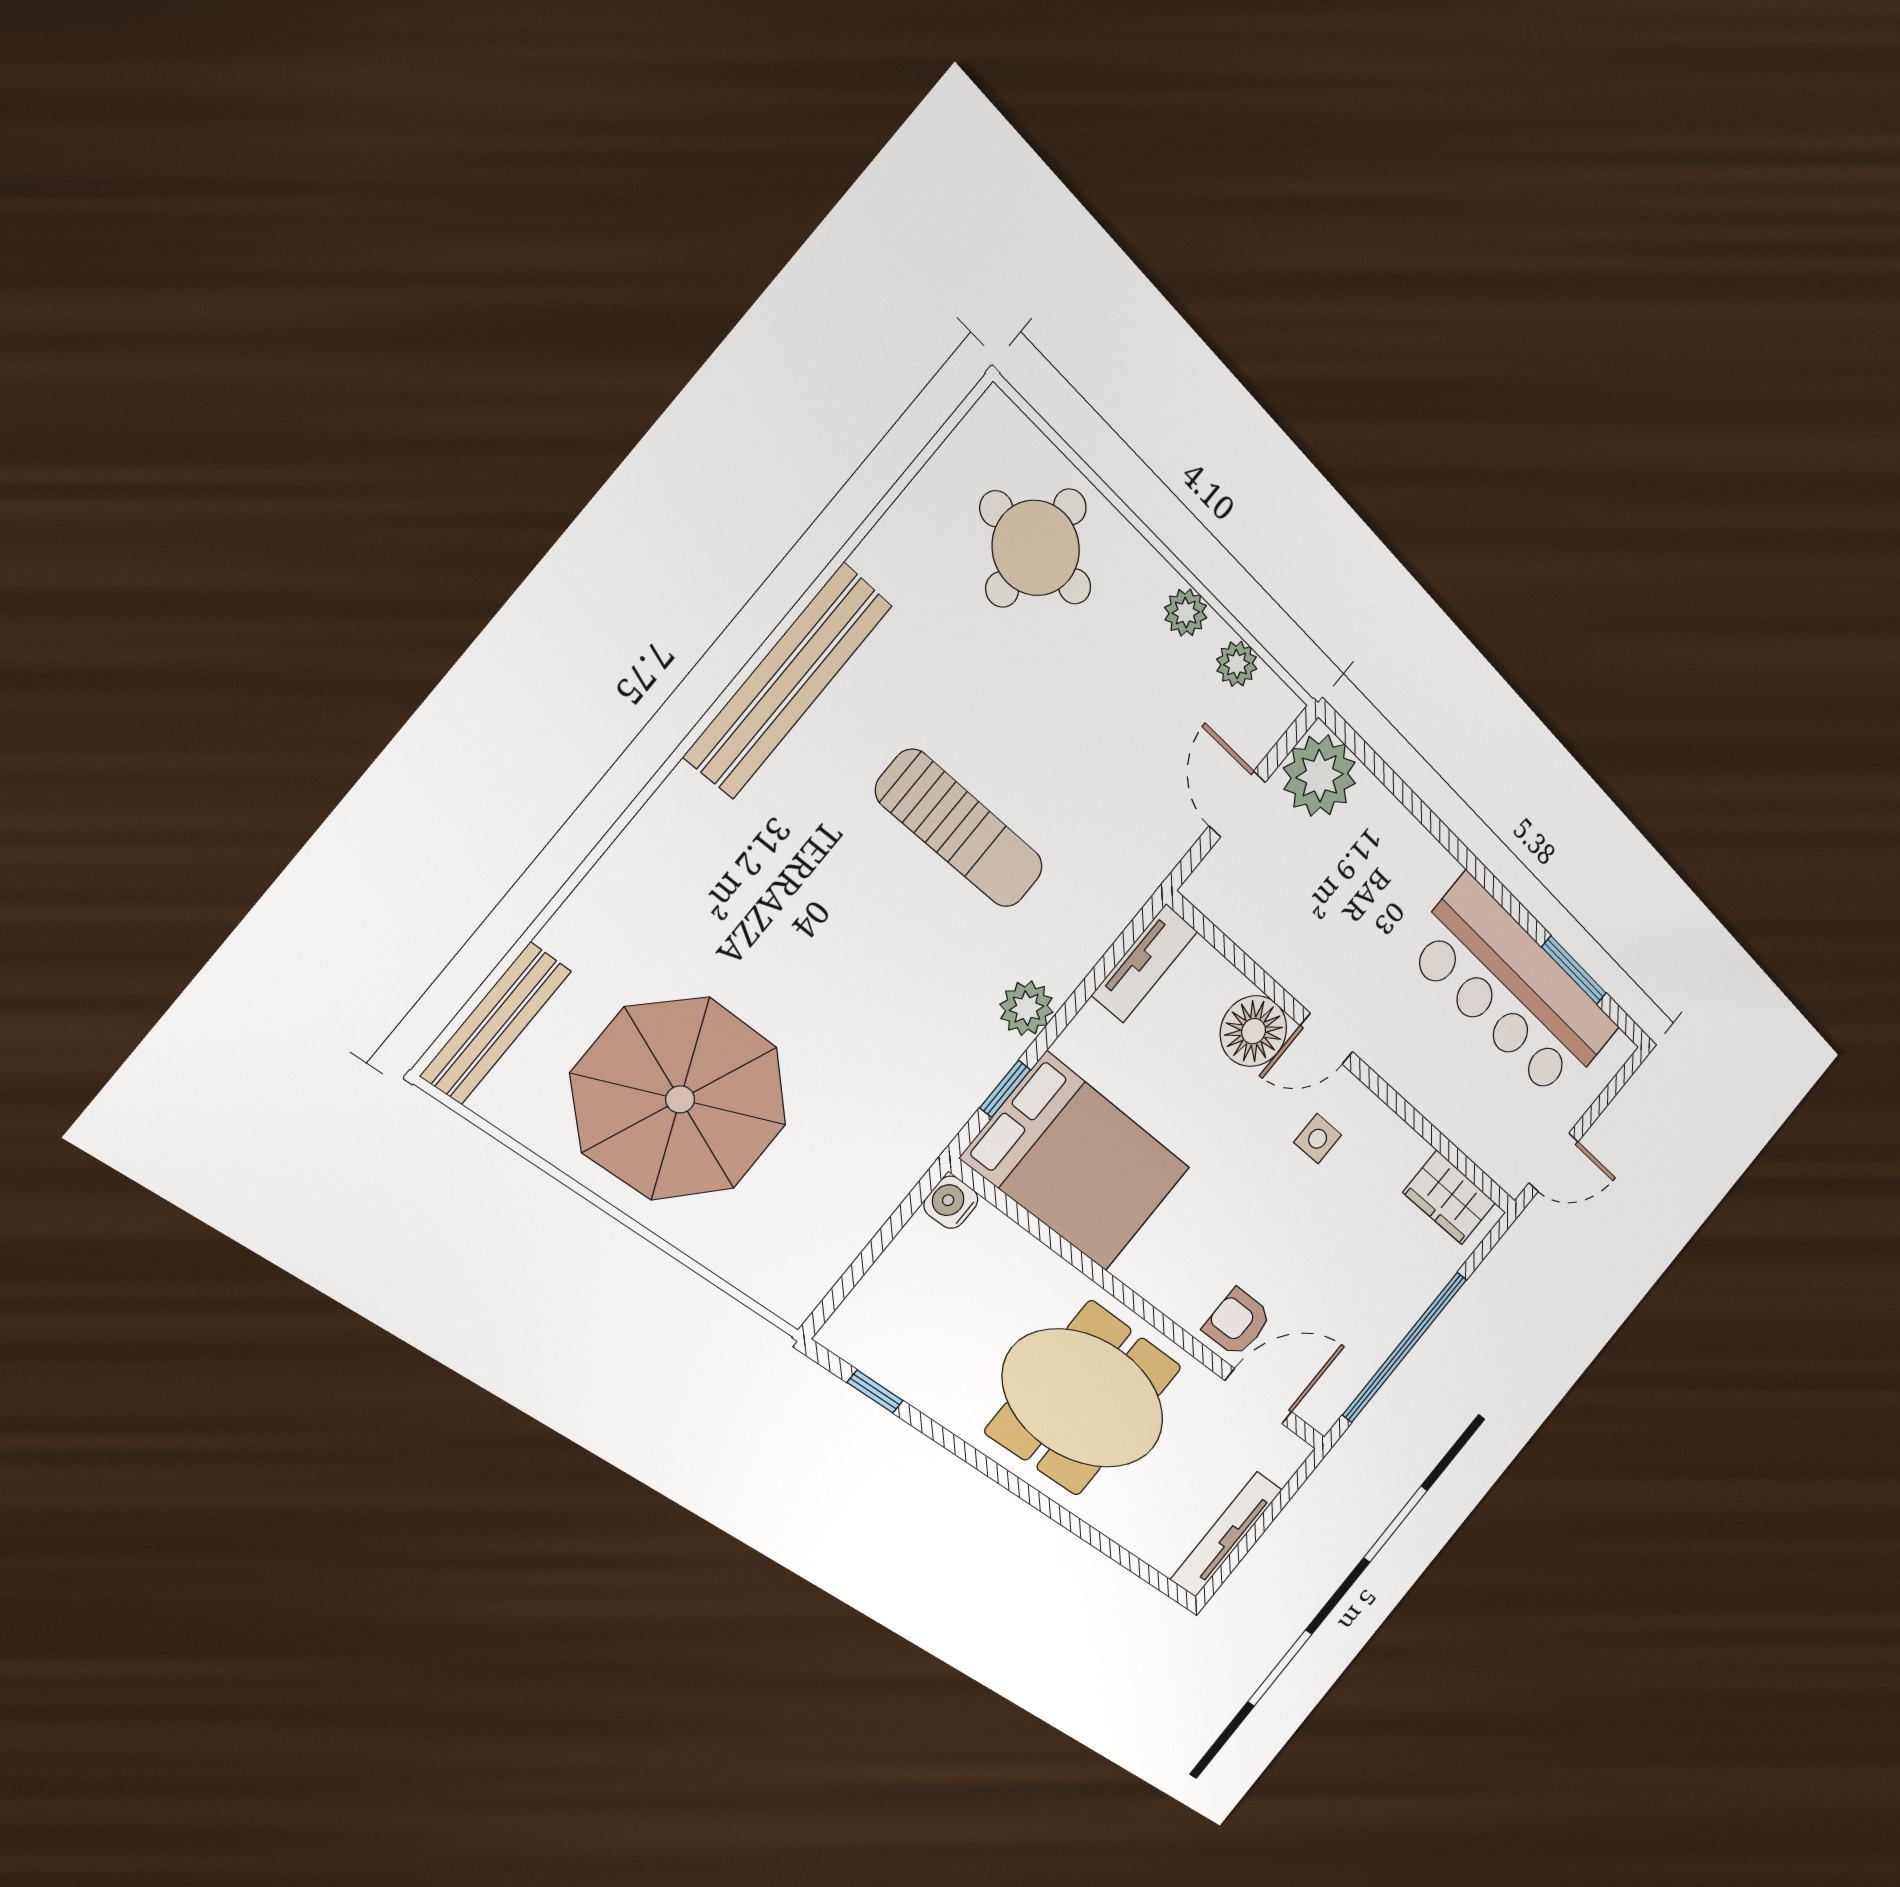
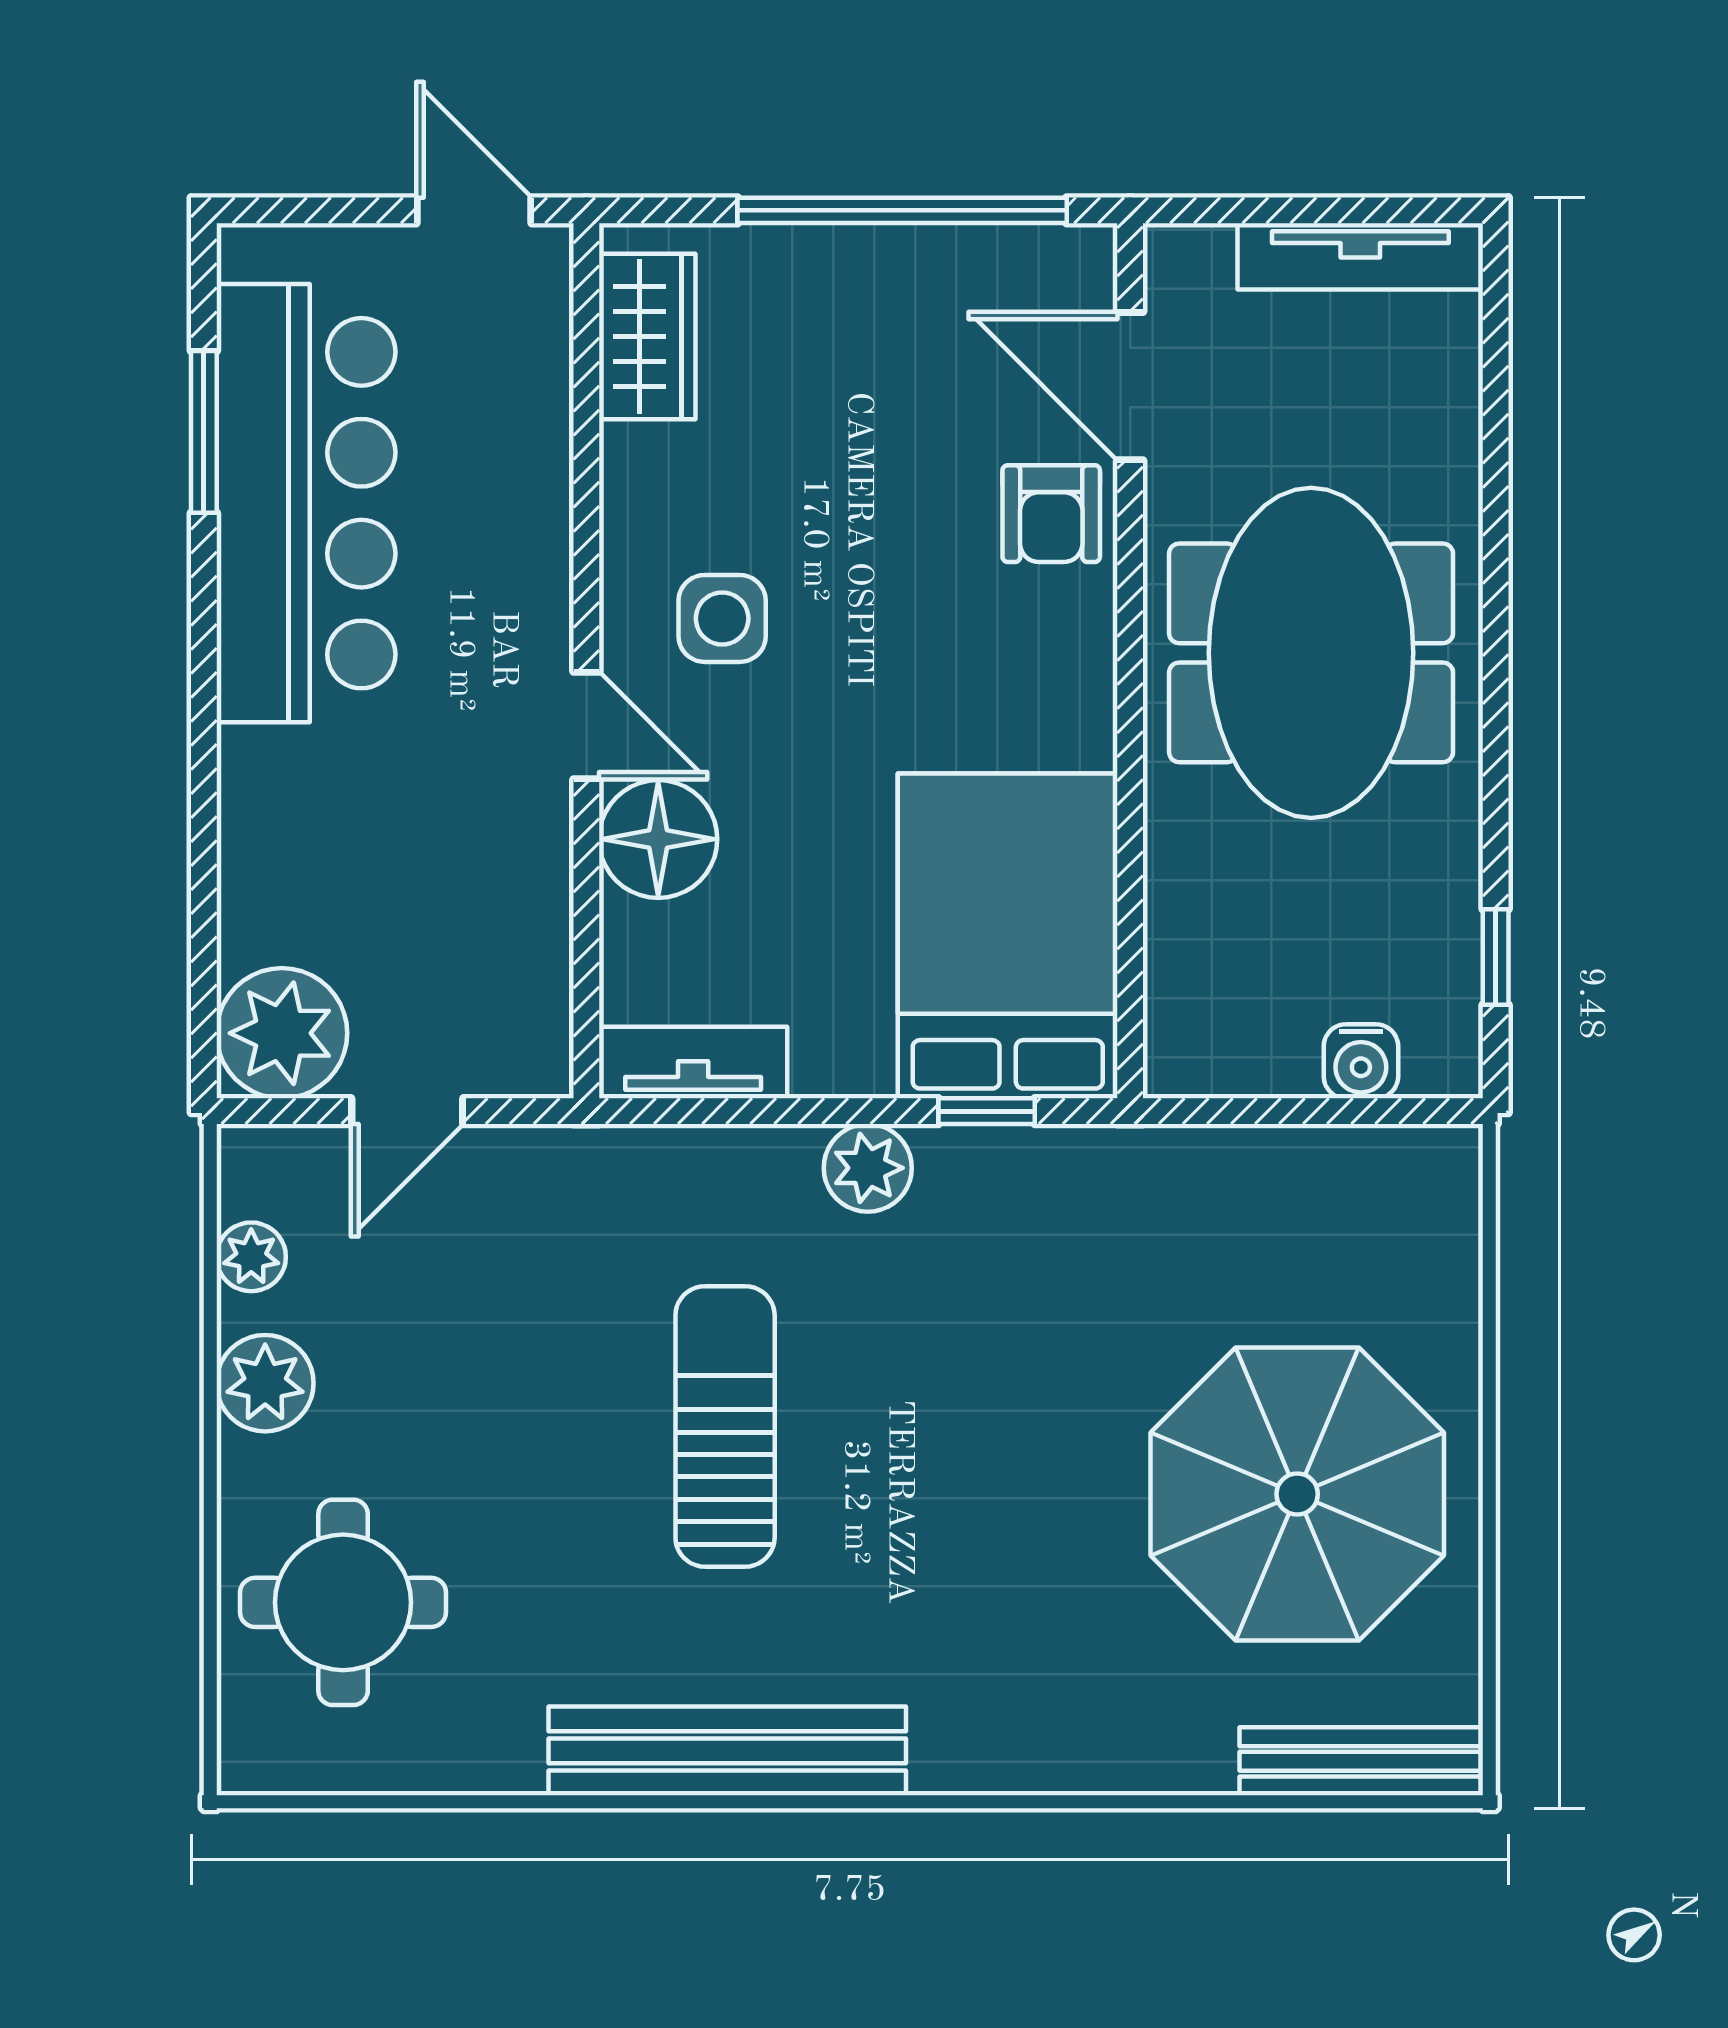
plant: (1186, 613) -> (265, 1383), width x1.38, depth x1.38
side table: (1318, 1139) -> (722, 618), width x1.37, depth x1.37
water cooler: (951, 1202) -> (1361, 1061), moved

